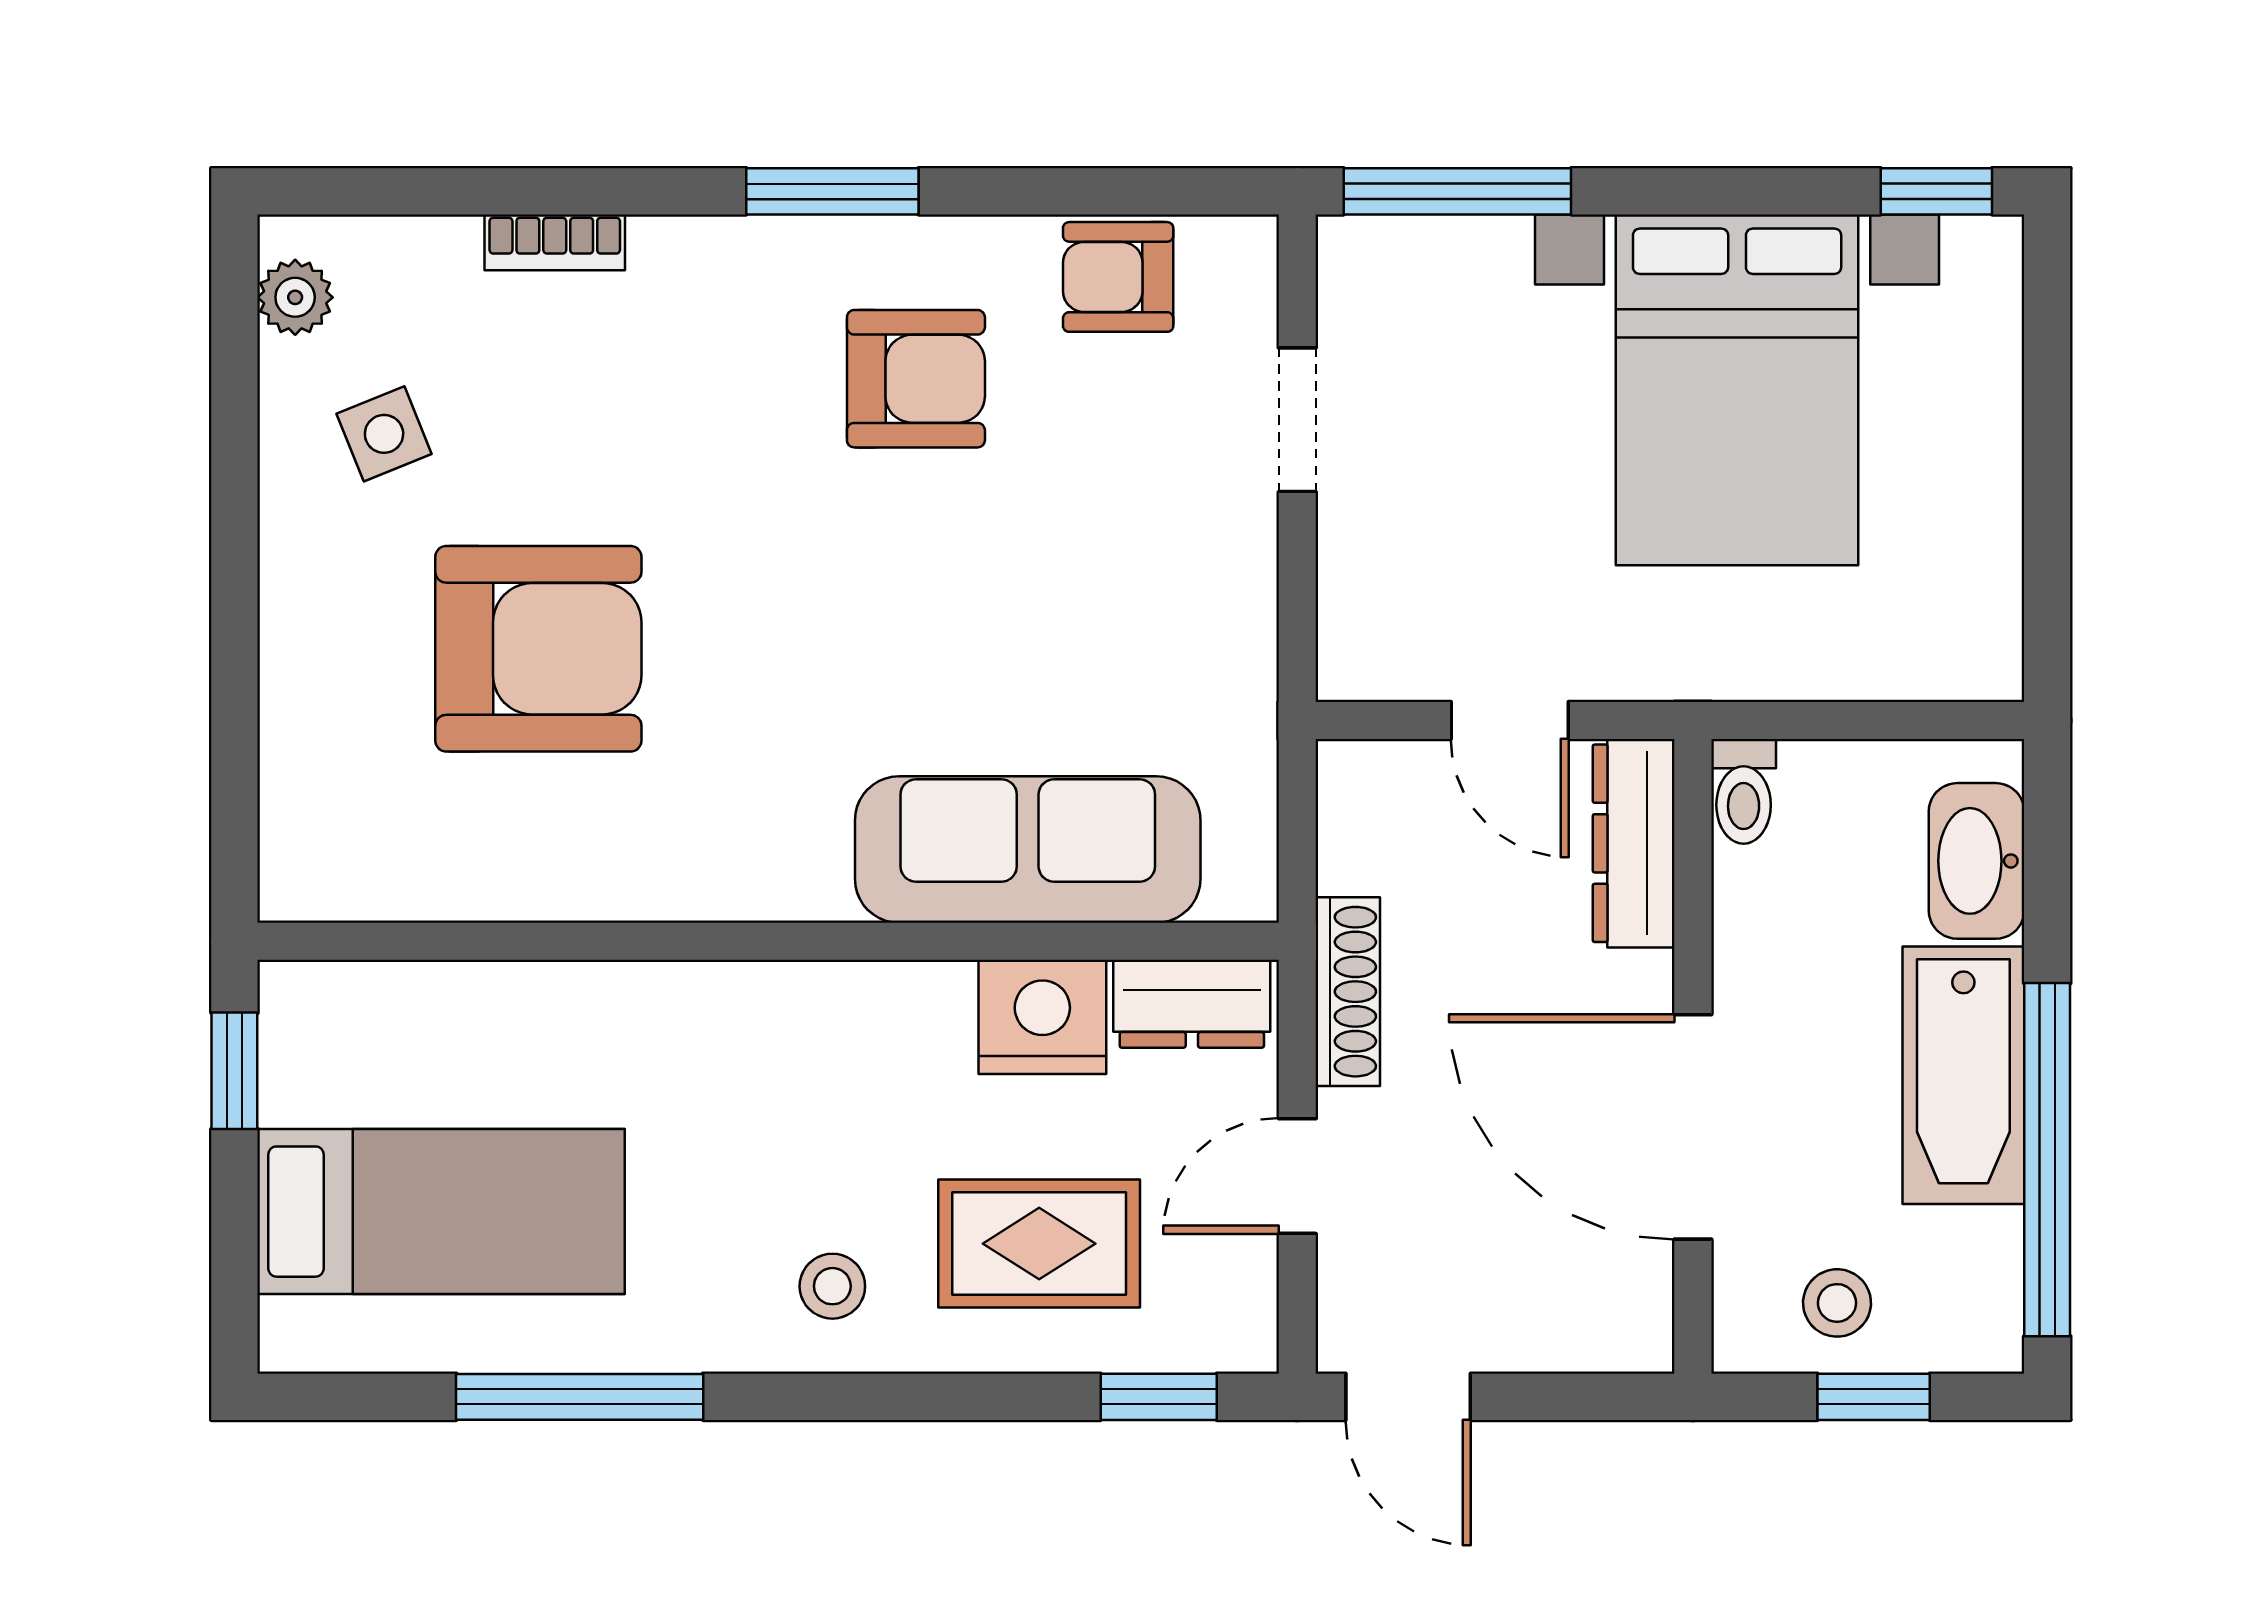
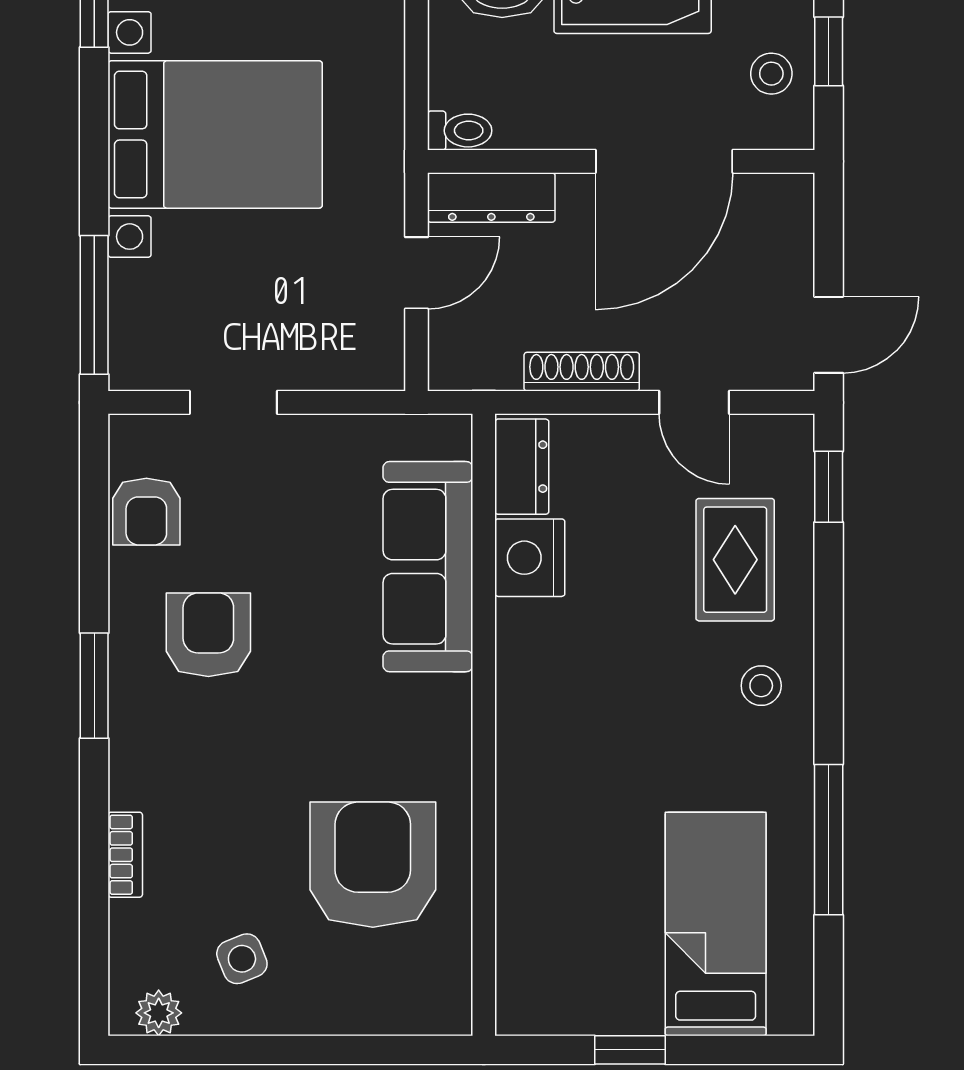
sofa: (1028, 850) -> (428, 567), moved
wall: (768, 941) -> (484, 725), moved
dresser: (1192, 1004) -> (522, 467), moved
nightstand: (1042, 1017) -> (530, 558), moved

